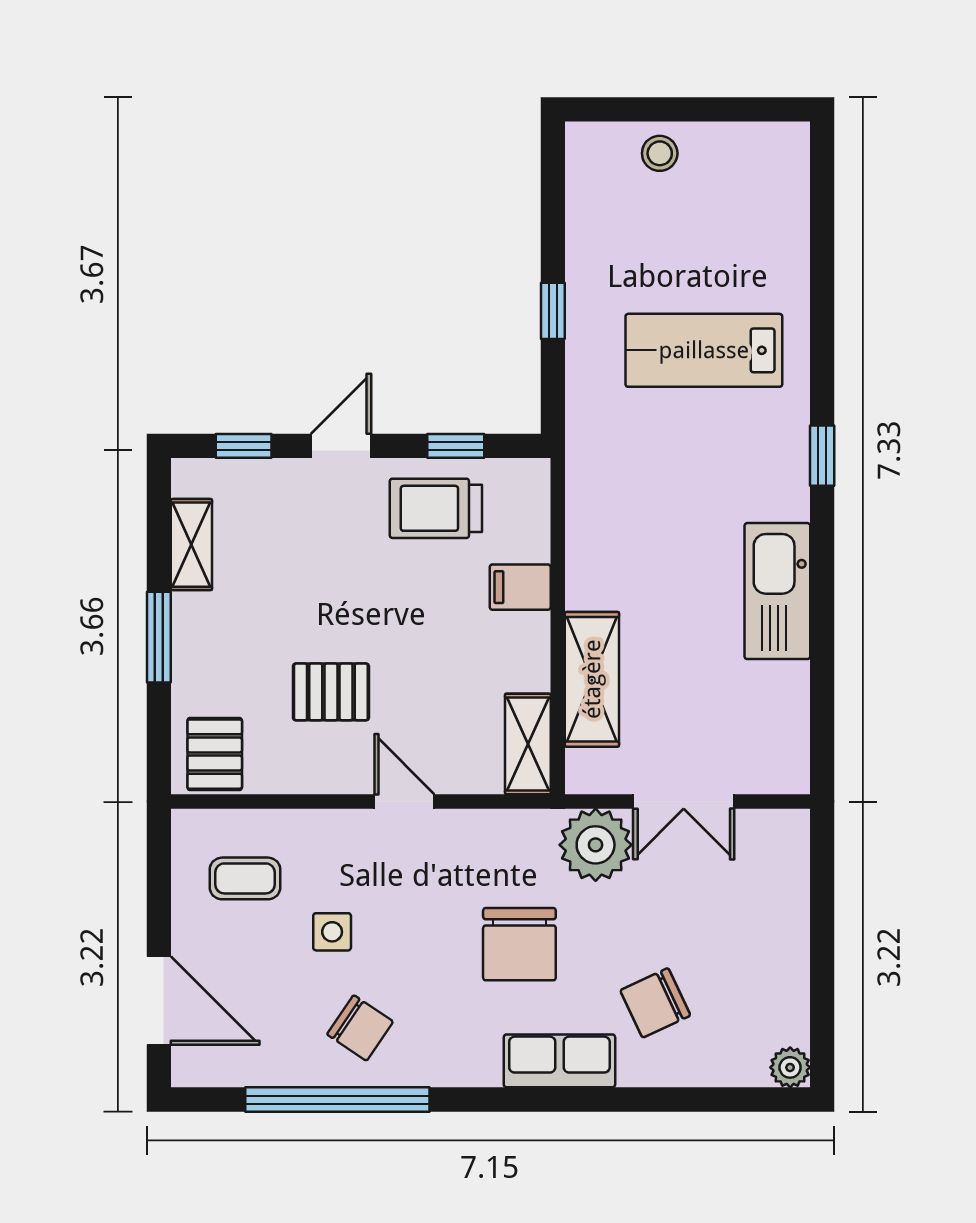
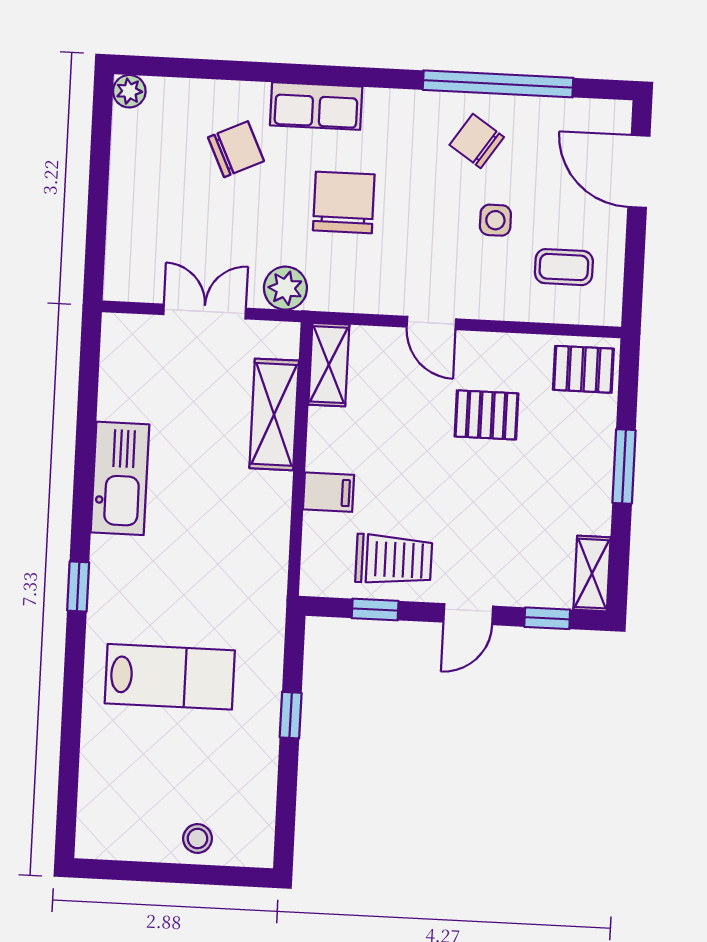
shelving: (191, 545) -> (592, 574), moved
pallet: (215, 754) -> (583, 369), turned 90
plant: (596, 845) -> (285, 288), width x0.73, depth x0.73

